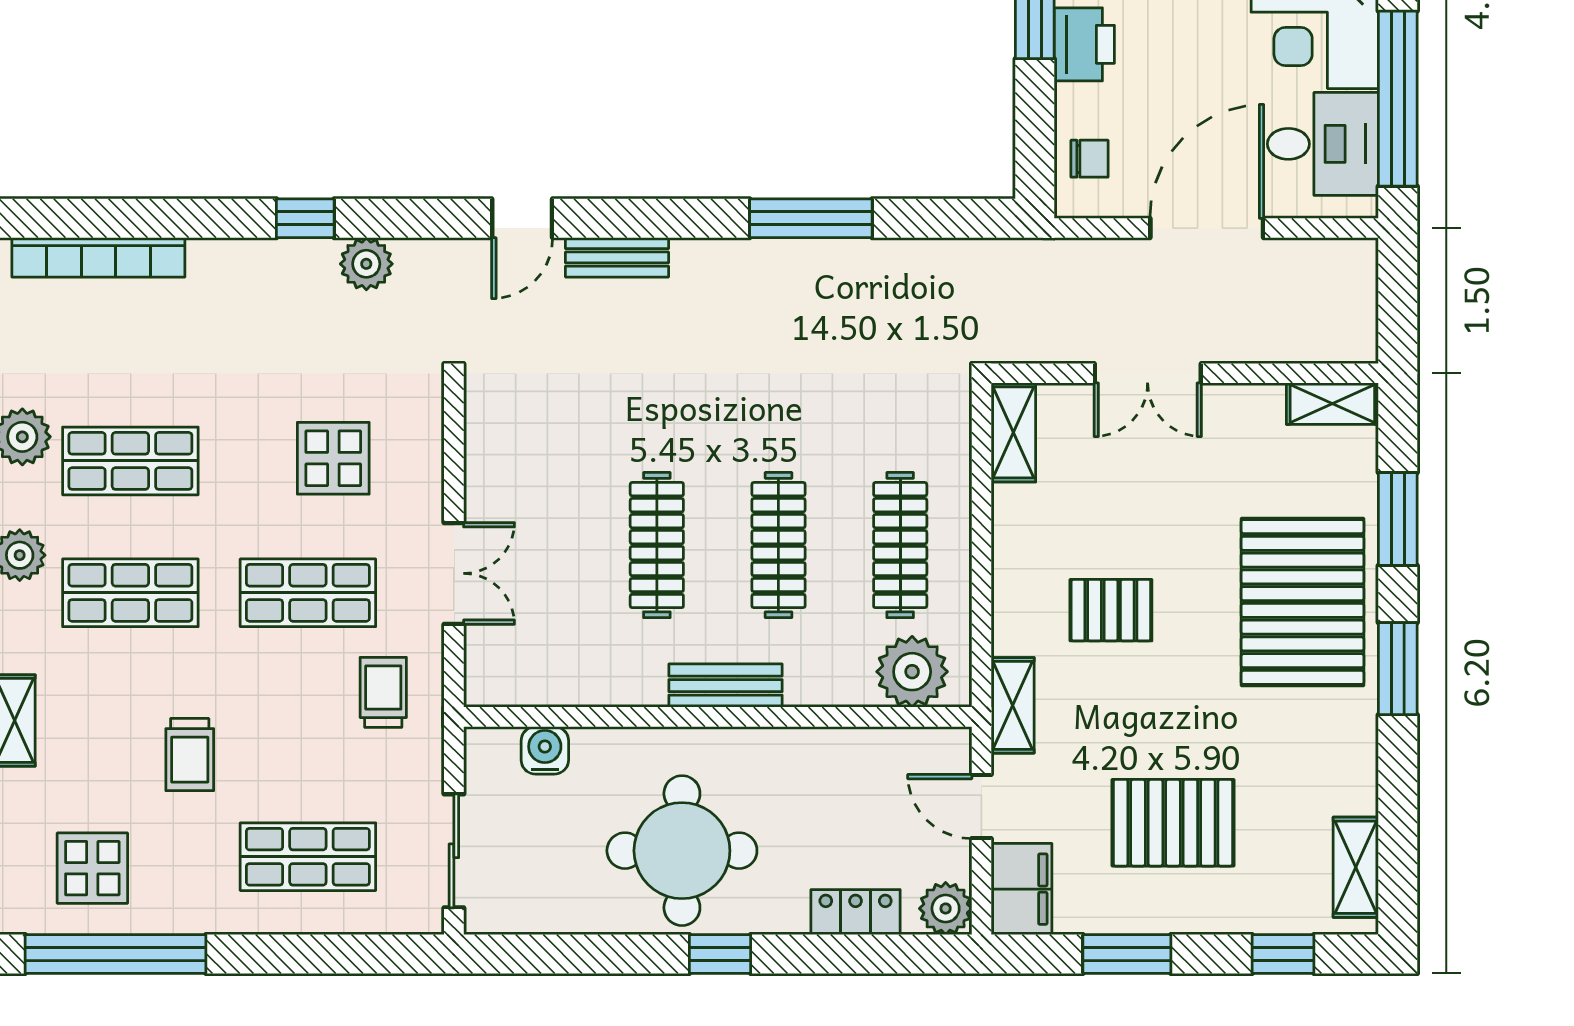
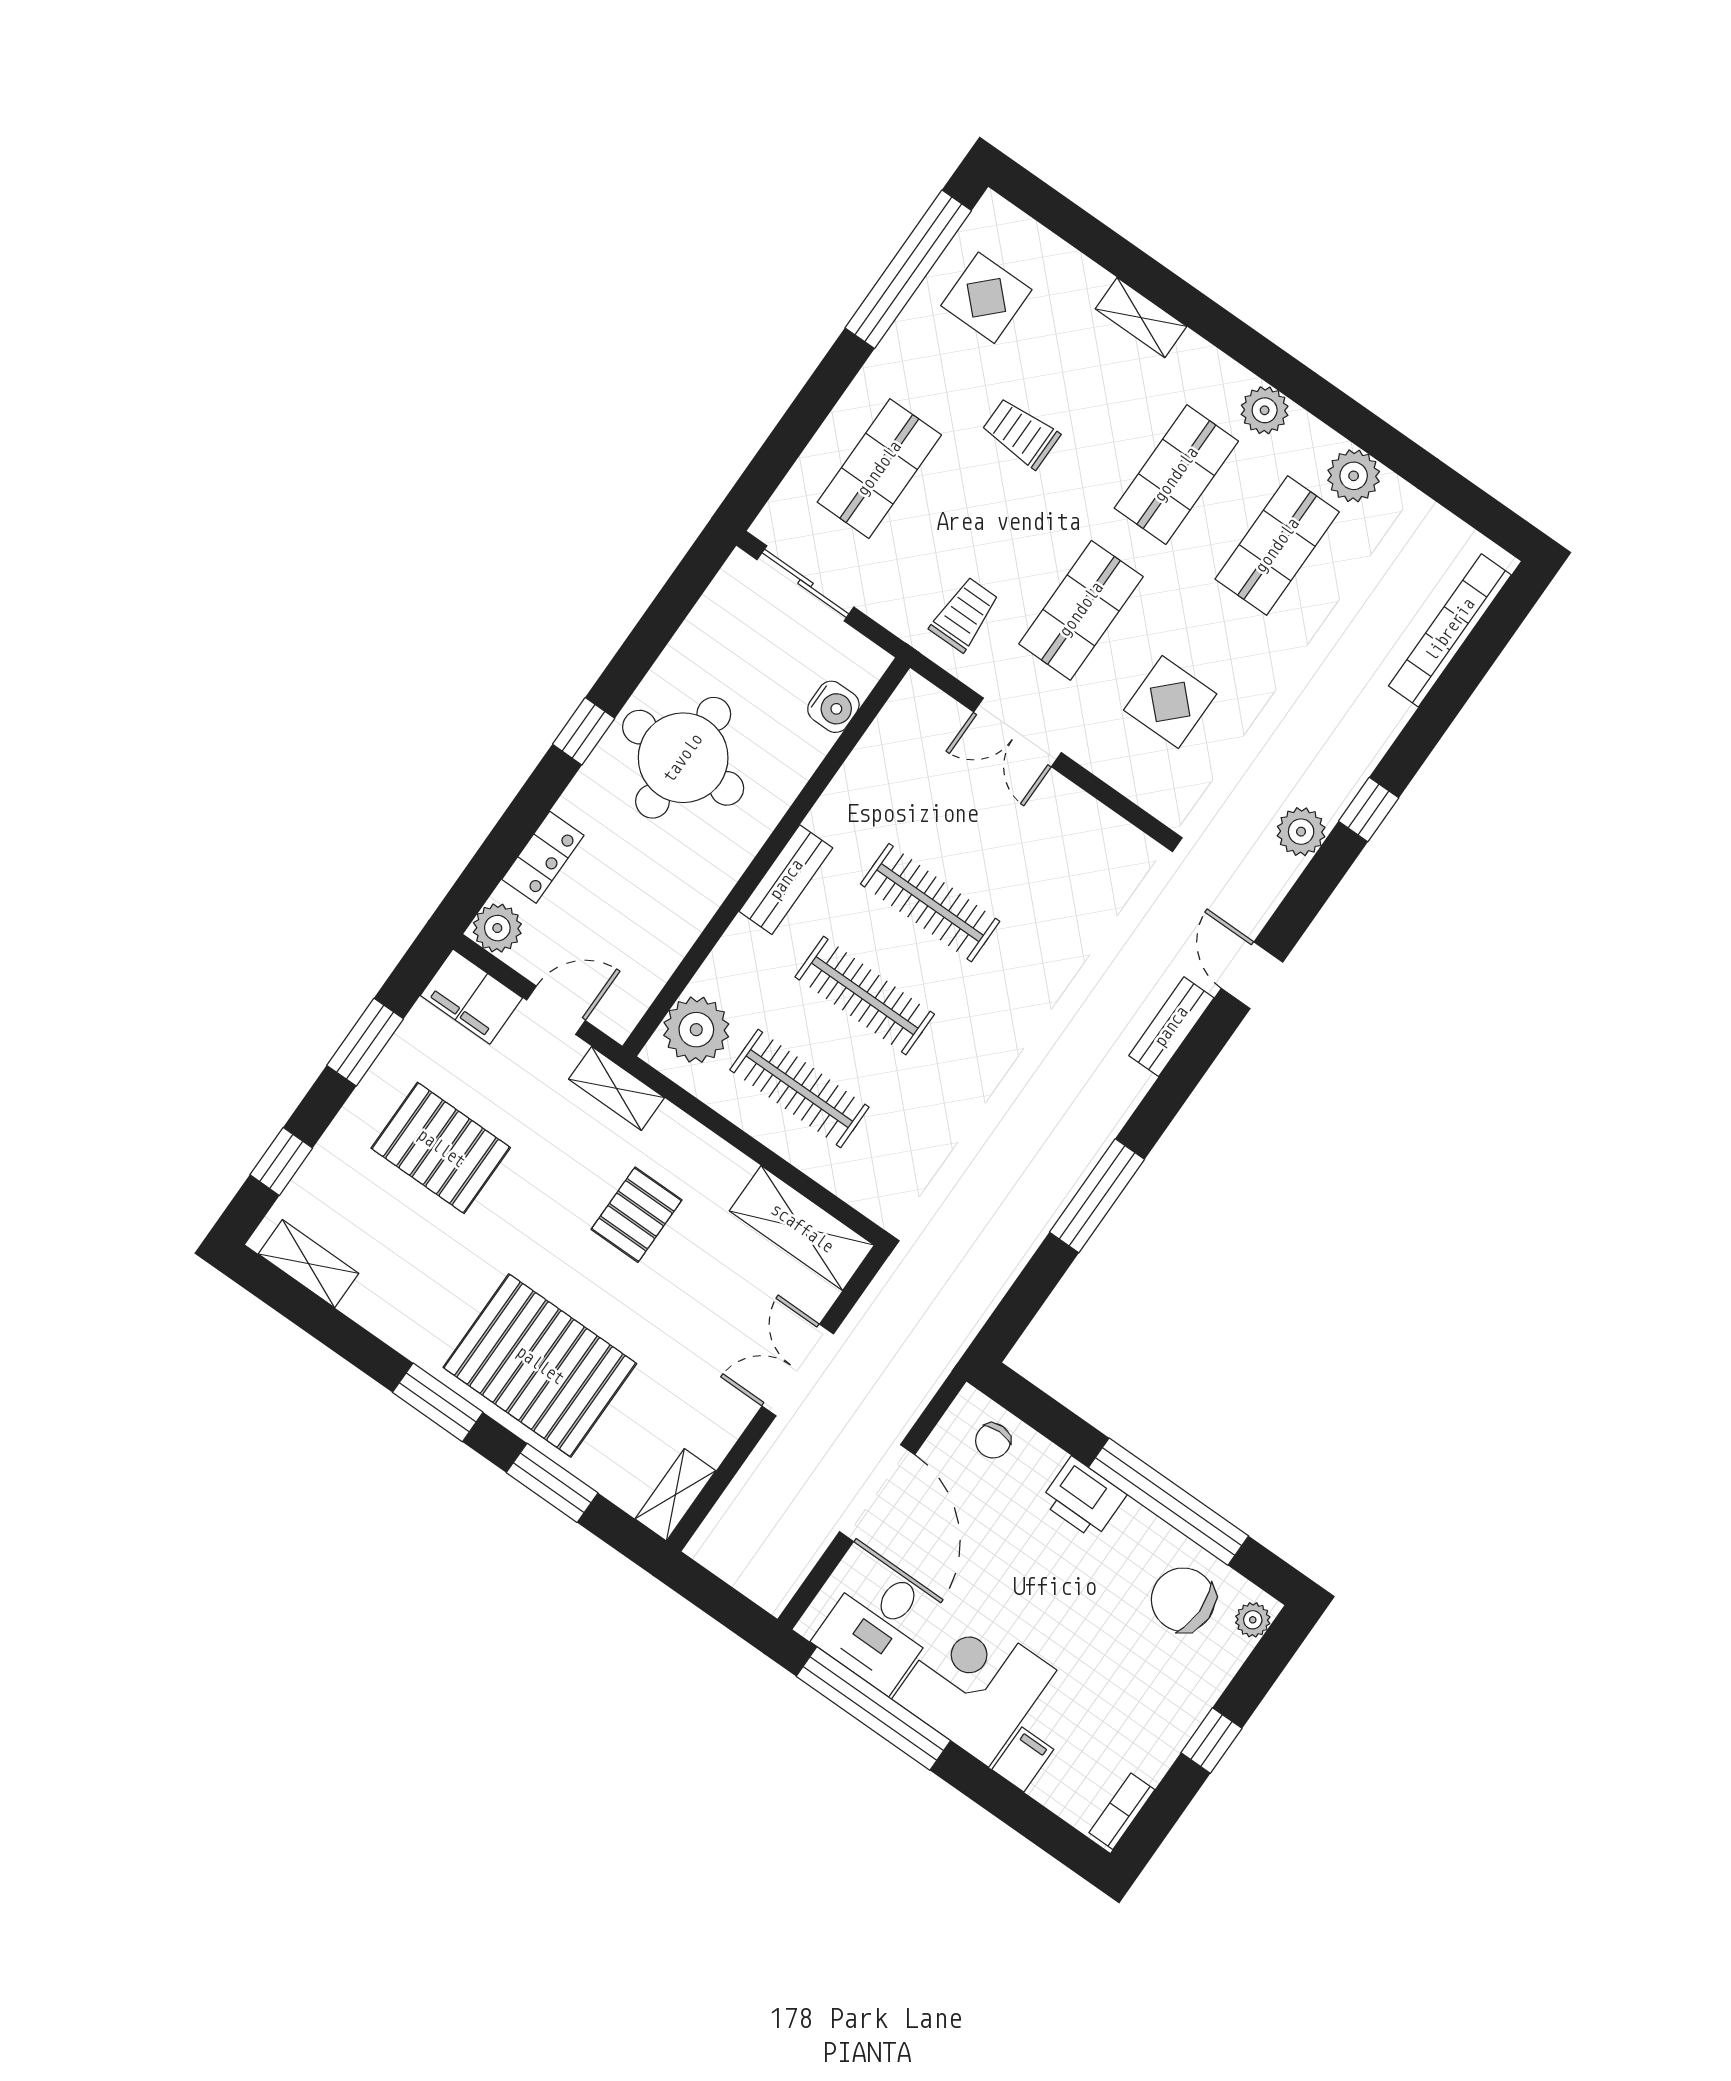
shelving: (1013, 432) -> (802, 1228), width x1.50, depth x1.33
trolley: (383, 692) -> (964, 614), turned -90
pallet: (1173, 823) -> (441, 1148), turned 90

